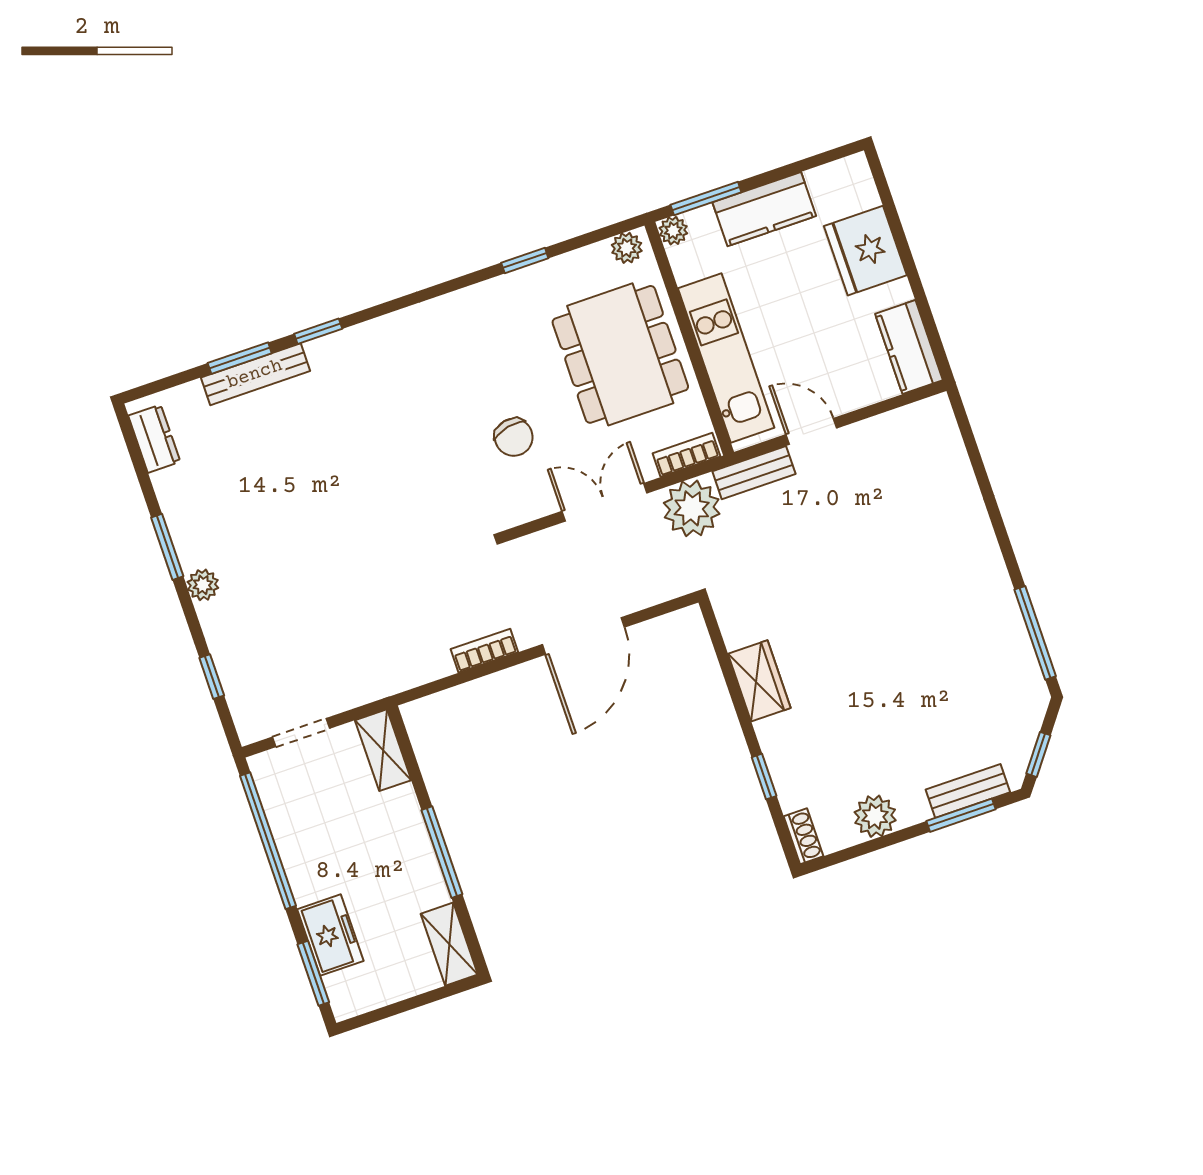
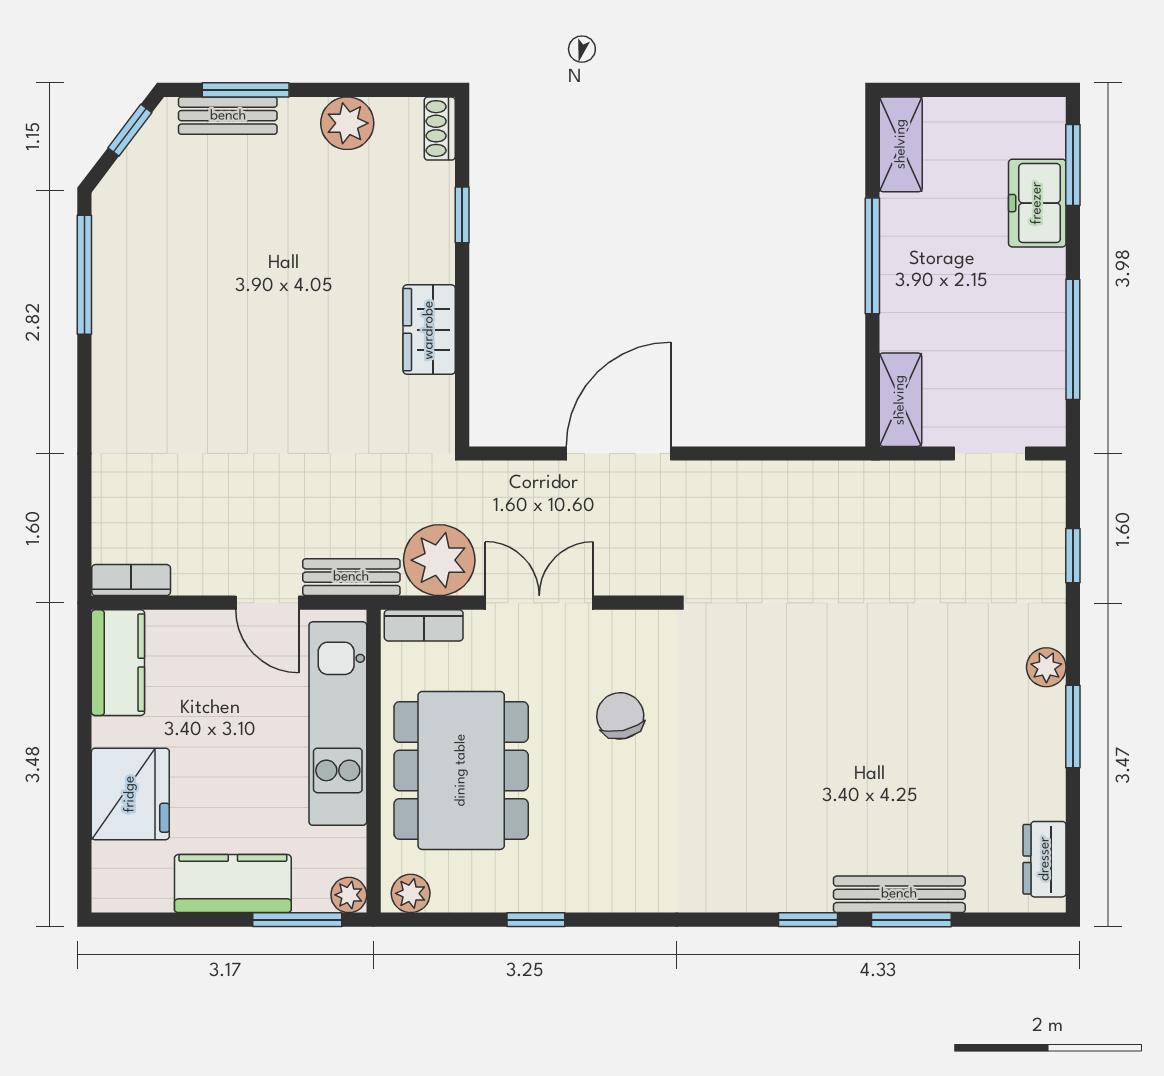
double door: (605, 502) -> (539, 603), swing flipped
bookcase: (484, 651) -> (131, 580), moved, turned 180
window: (268, 841) -> (1073, 339), width x0.68

